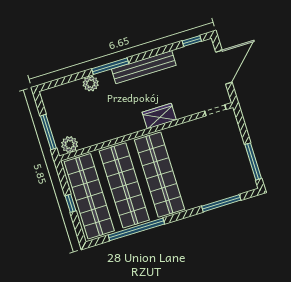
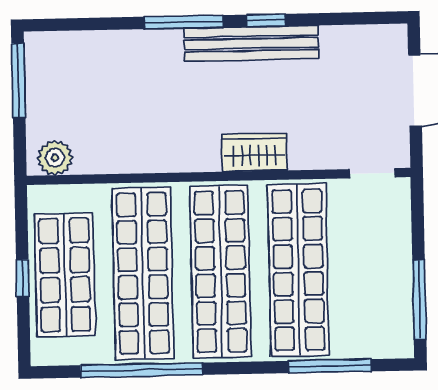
window: (192, 41) -> (266, 20), moved
plant: (91, 84) -> (134, 46), removed
window: (48, 132) -> (18, 81), moved
shop shelf: (194, 164) -> (298, 270), added
shop shelf: (89, 196) -> (65, 275), width x0.71

